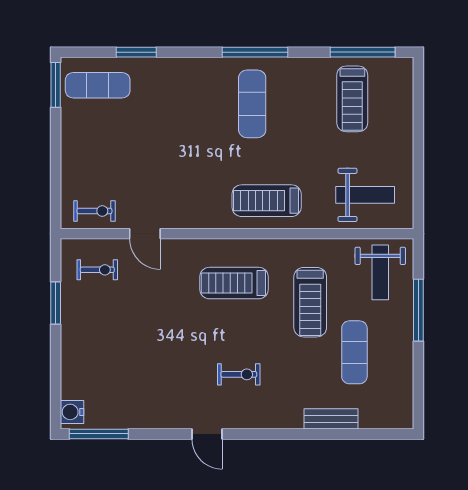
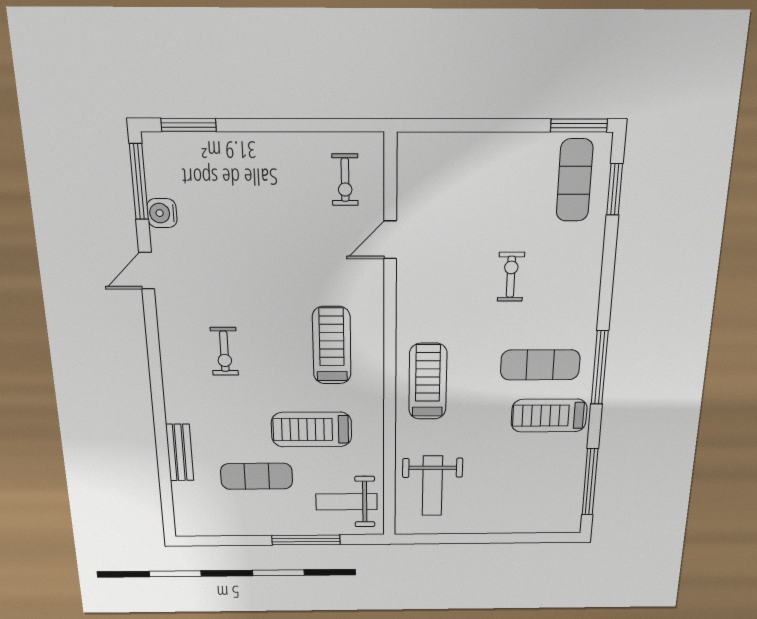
window: (136, 52) -> (615, 189), moved
treadmill: (352, 99) -> (549, 416), moved
exercise bike: (94, 211) -> (511, 277), moved, turned 180
window: (56, 303) -> (189, 125), moved
water cooler: (72, 412) -> (162, 213), moved, turned -90
door: (207, 434) -> (147, 271), moved

